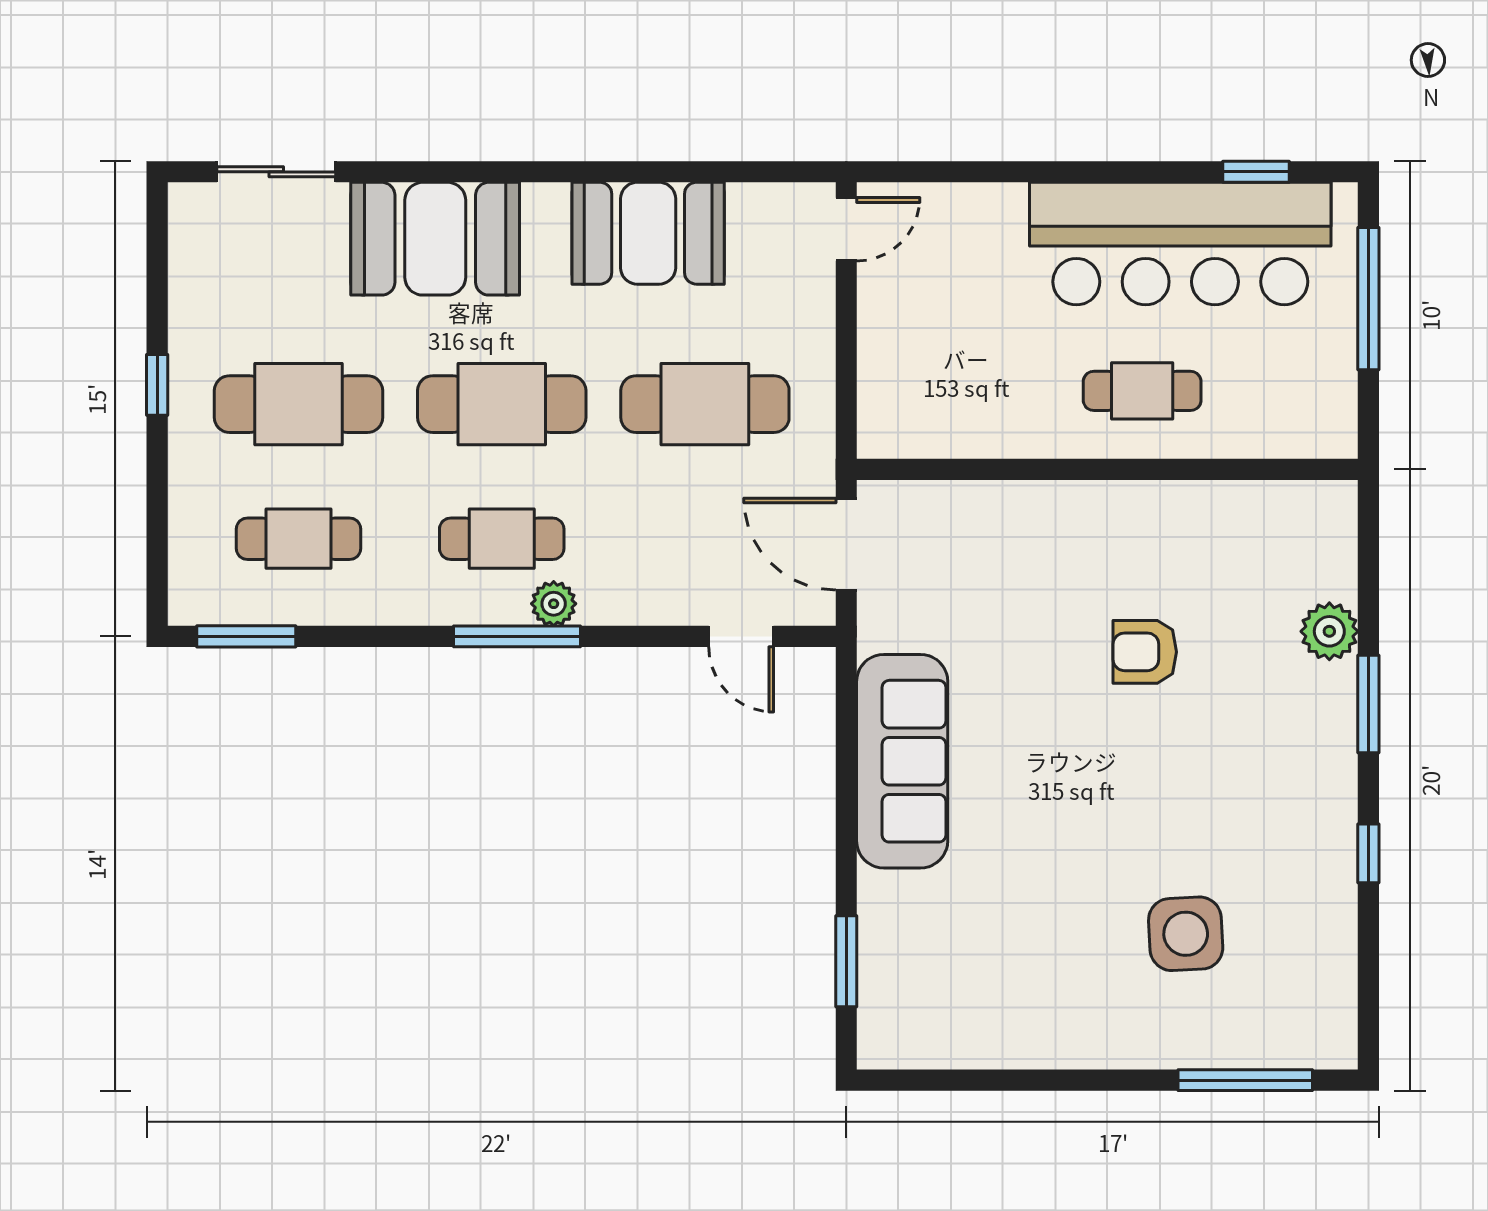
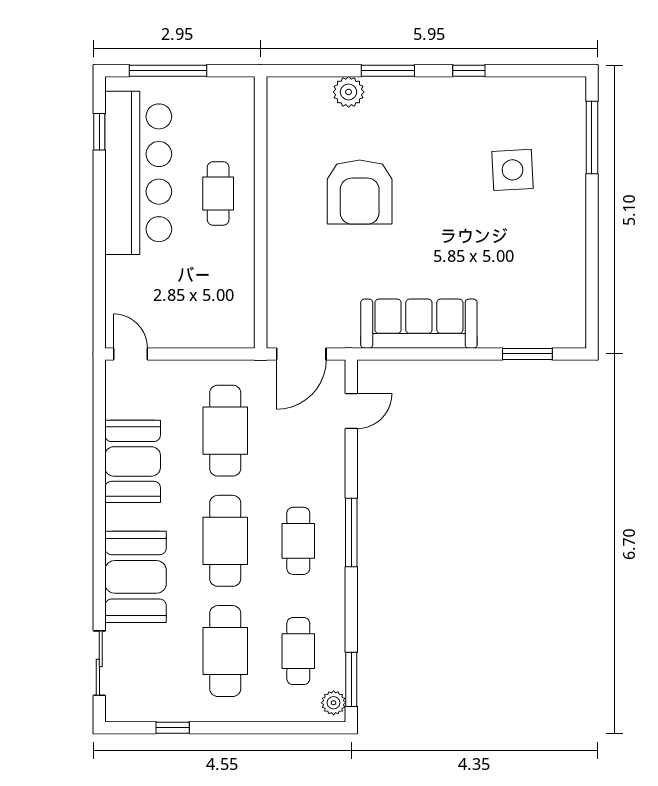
window: (157, 385) -> (173, 728), moved
plant: (554, 604) -> (334, 703), moved
armchair: (1145, 652) -> (360, 192), width x1.88, depth x1.88

